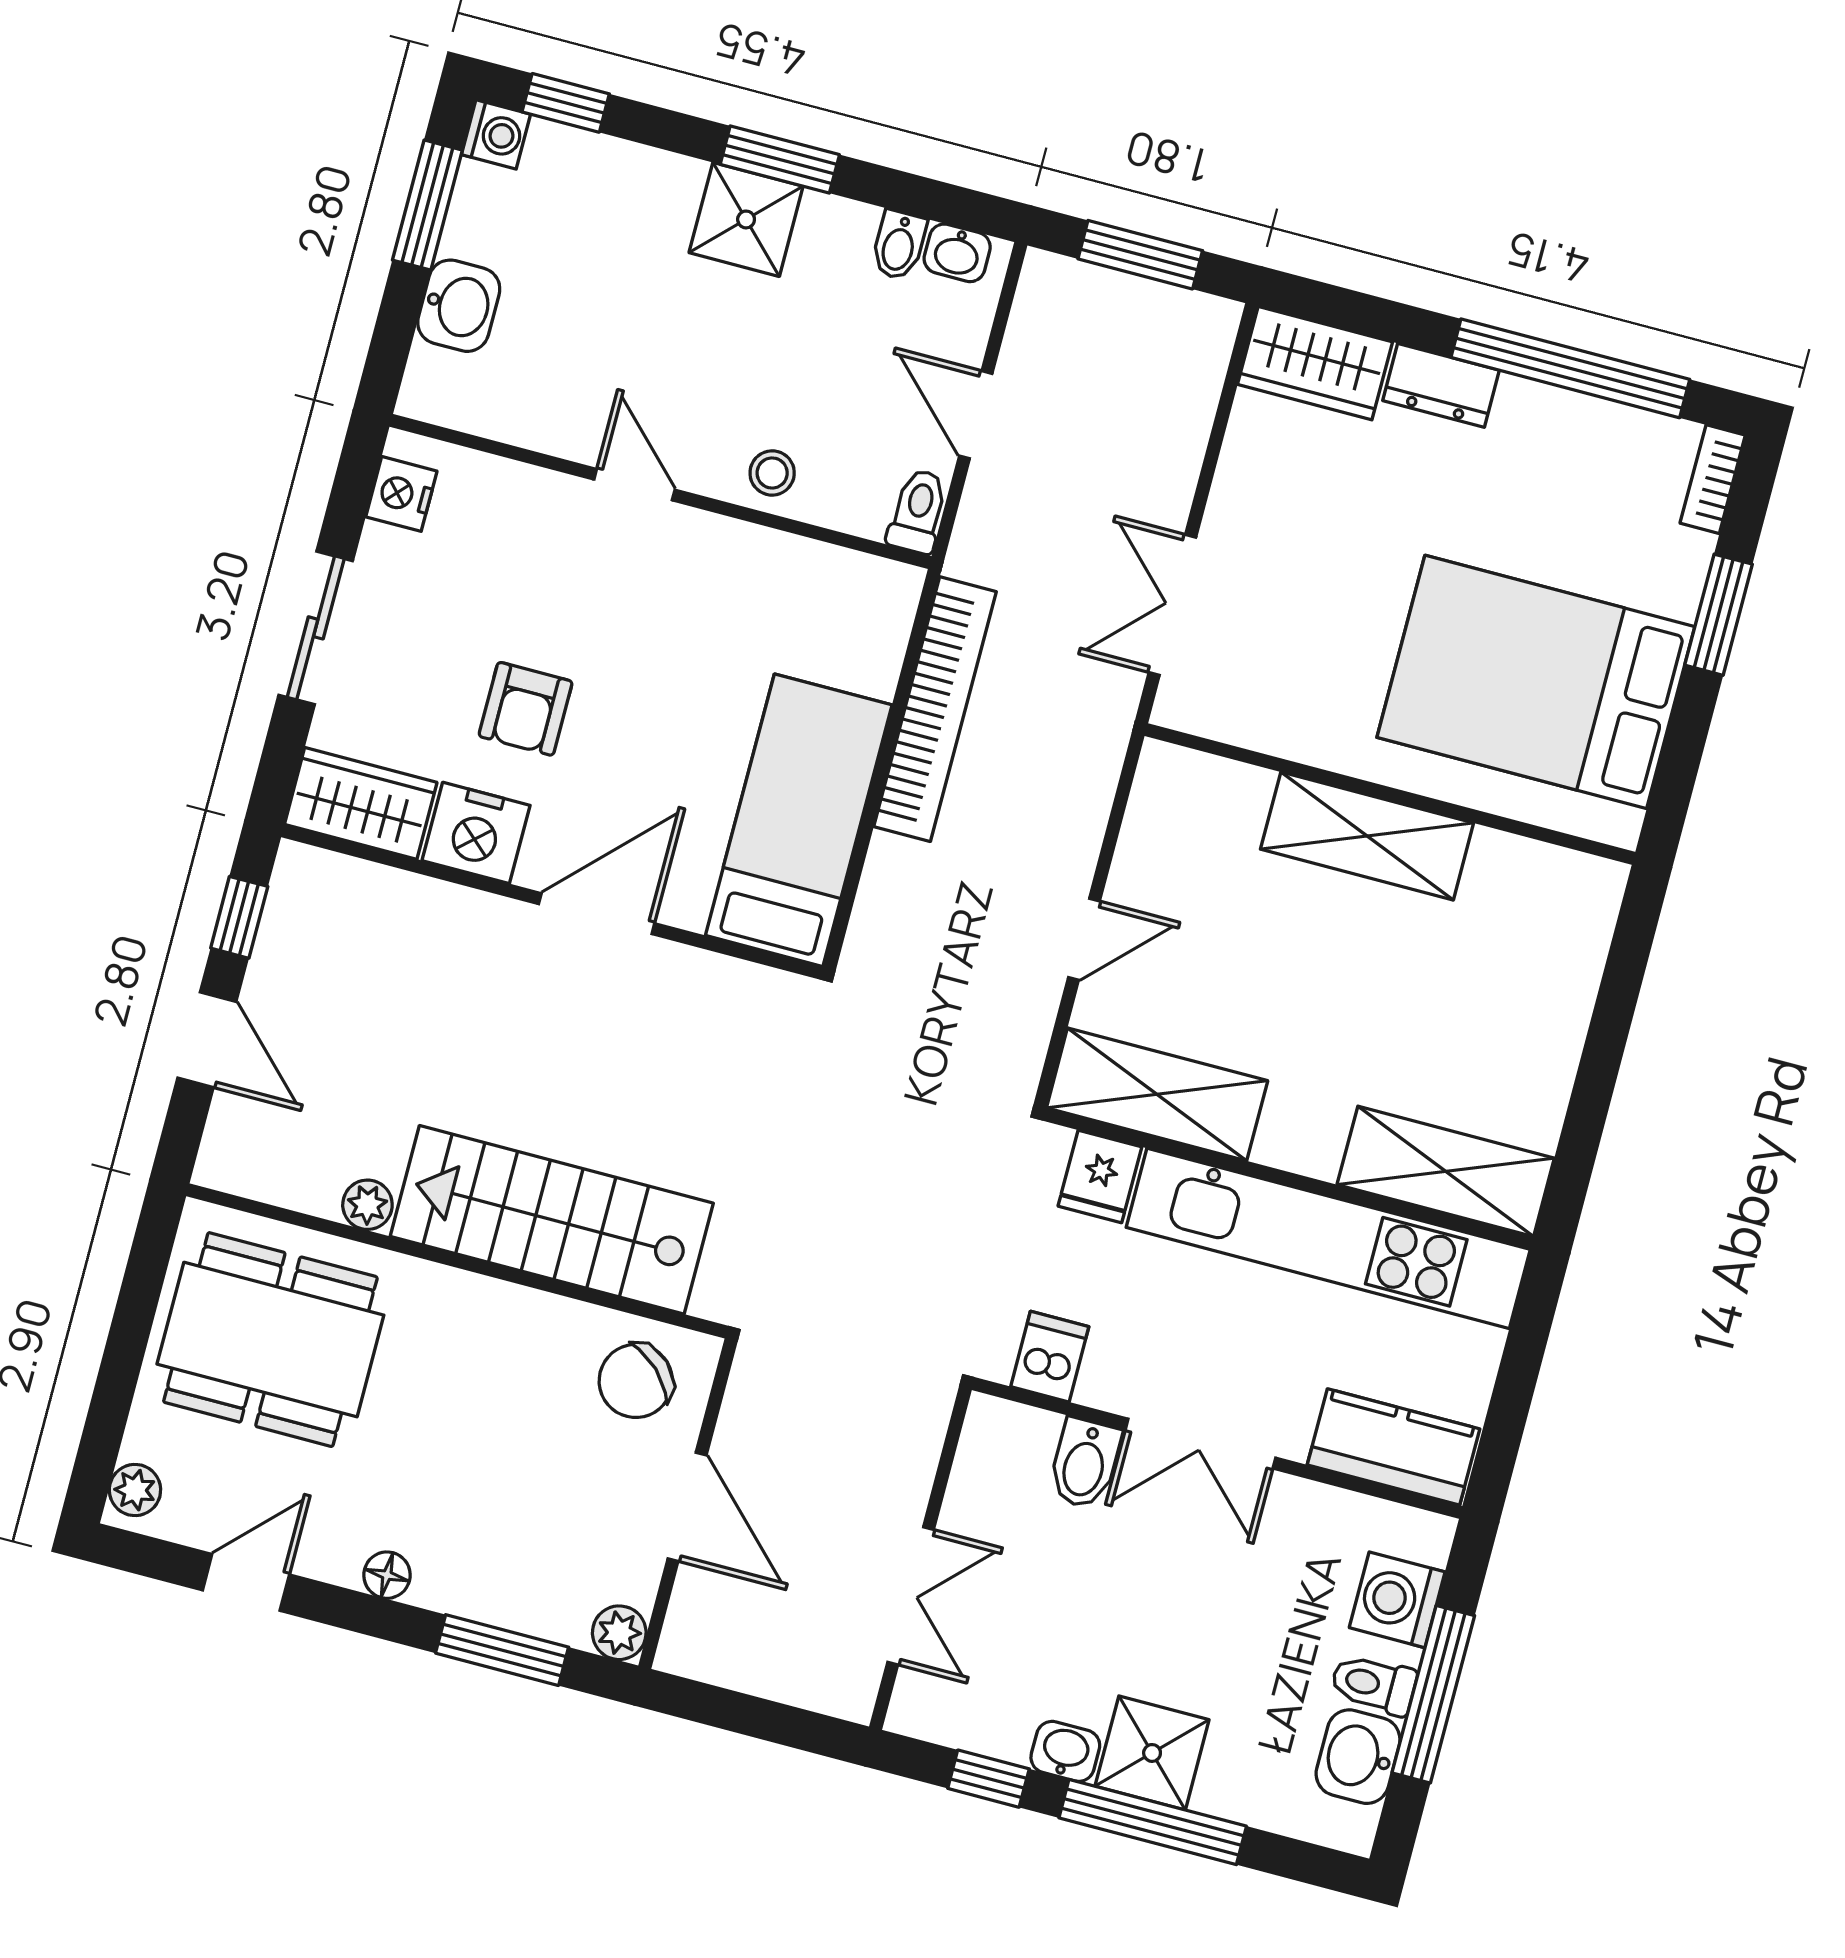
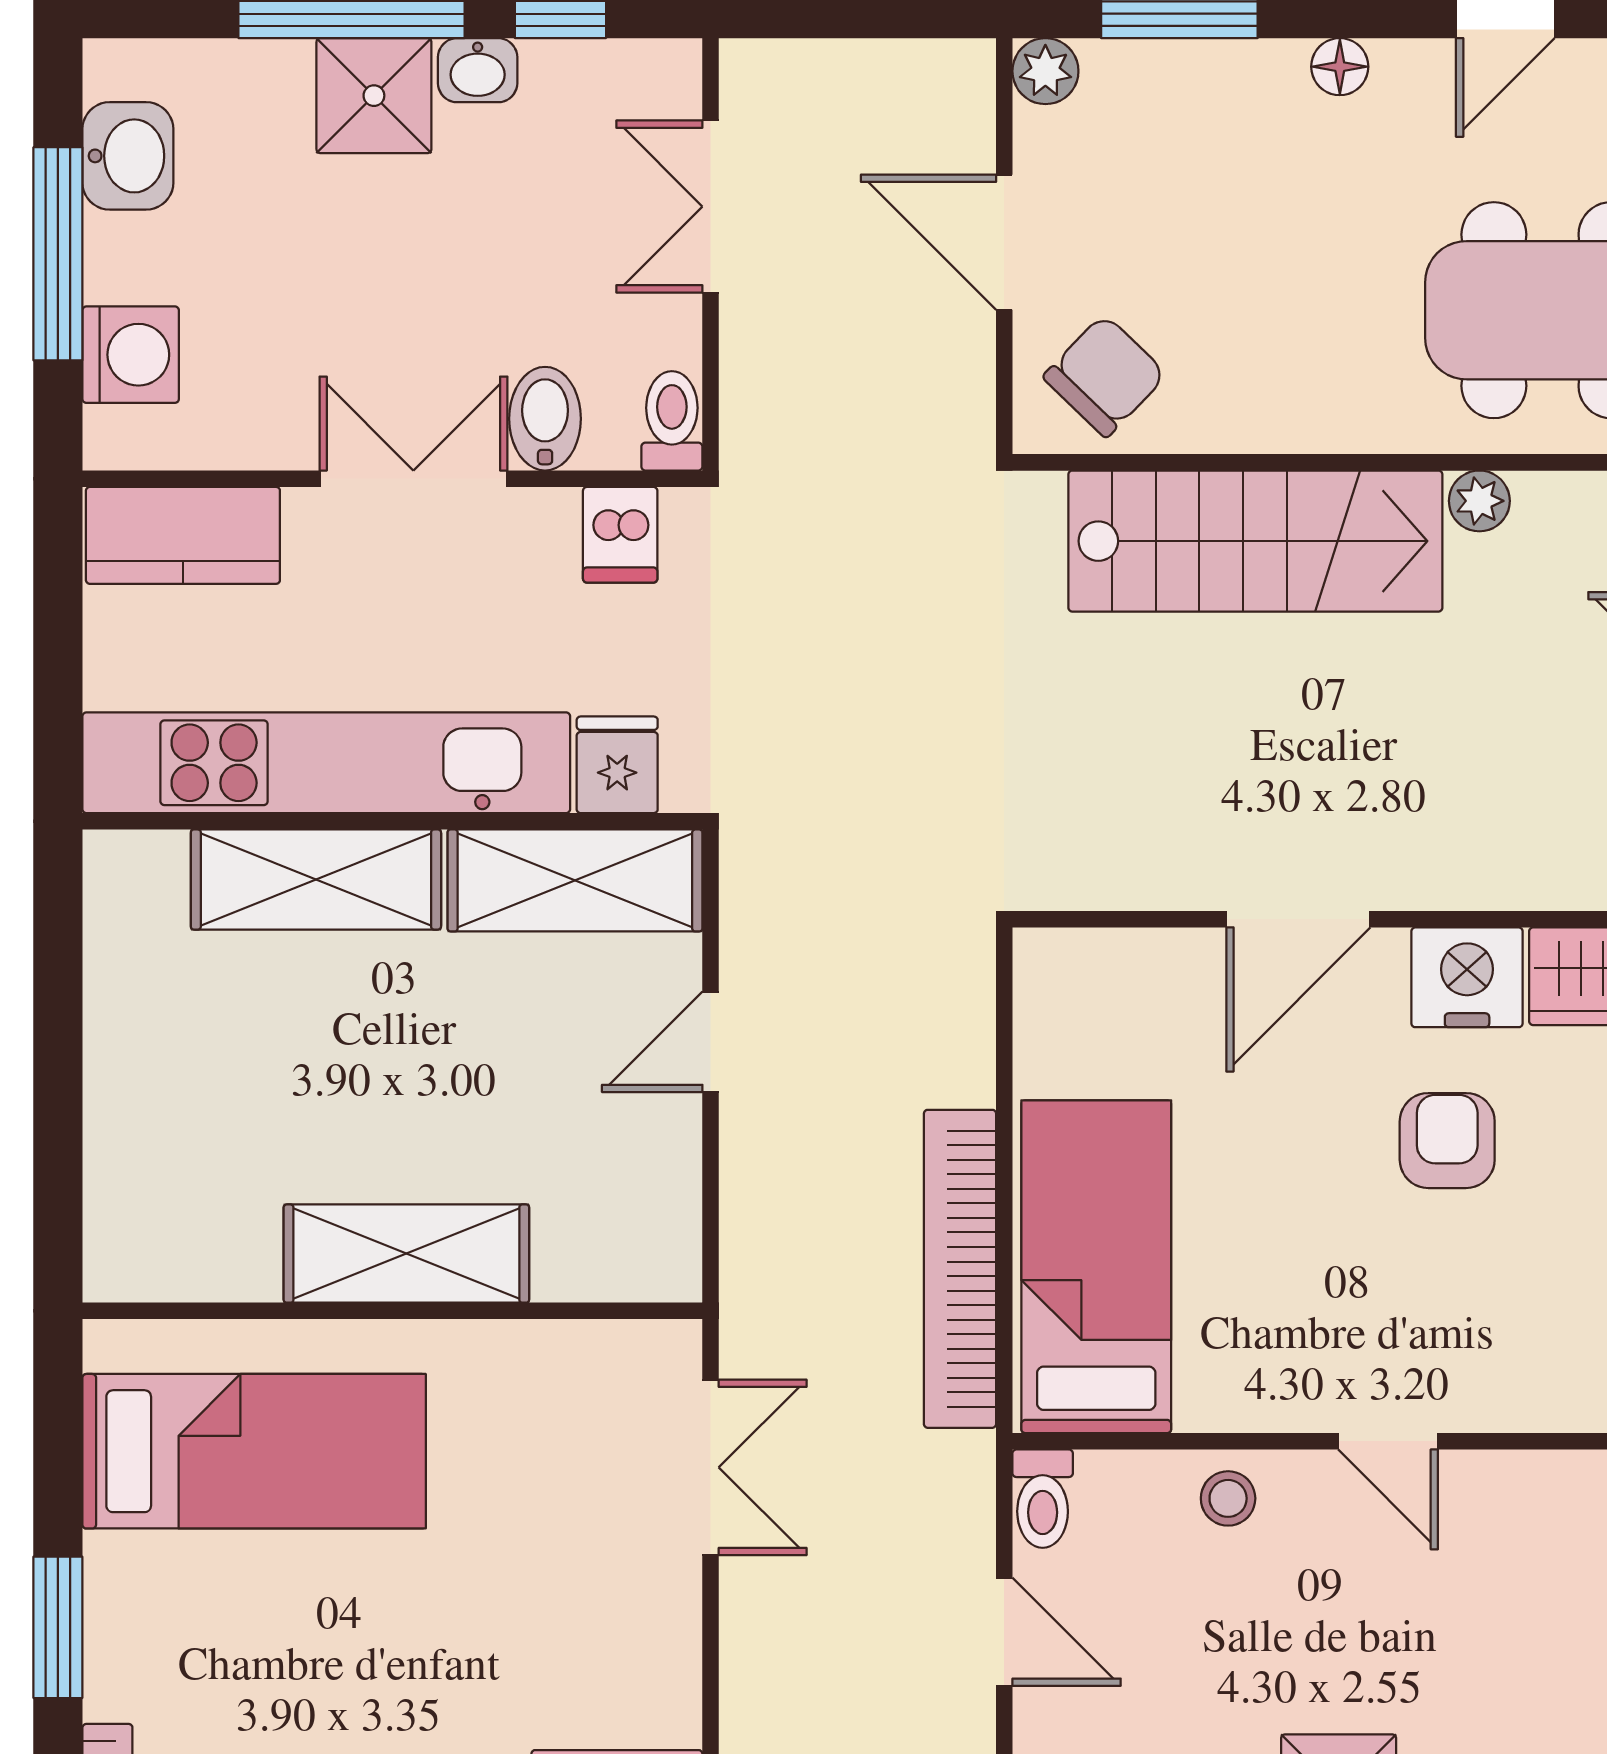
bed: (1536, 682) -> (254, 1451), width x0.67
bed: (799, 820) -> (1096, 1267), moved, turned 180
shelving: (1446, 1171) -> (316, 880), moved
toilet: (1374, 1684) -> (672, 421), moved, turned -90

